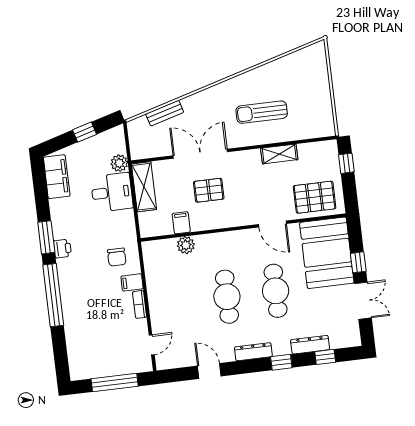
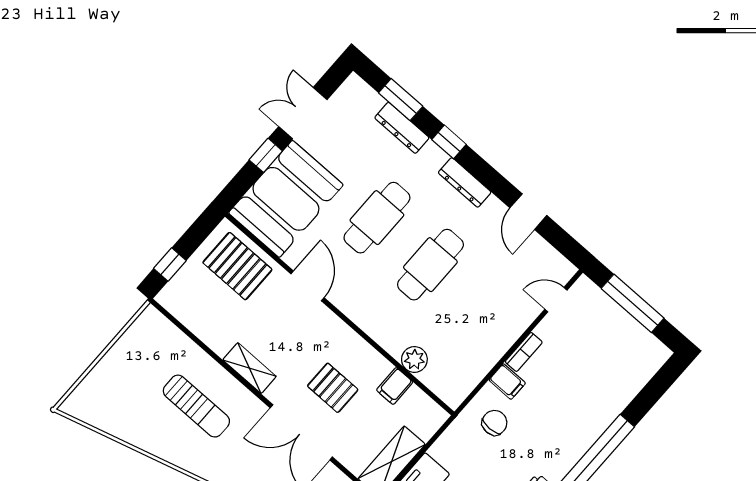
shelving: (279, 154) -> (249, 368), moved
window: (325, 357) -> (401, 99), width x1.50

